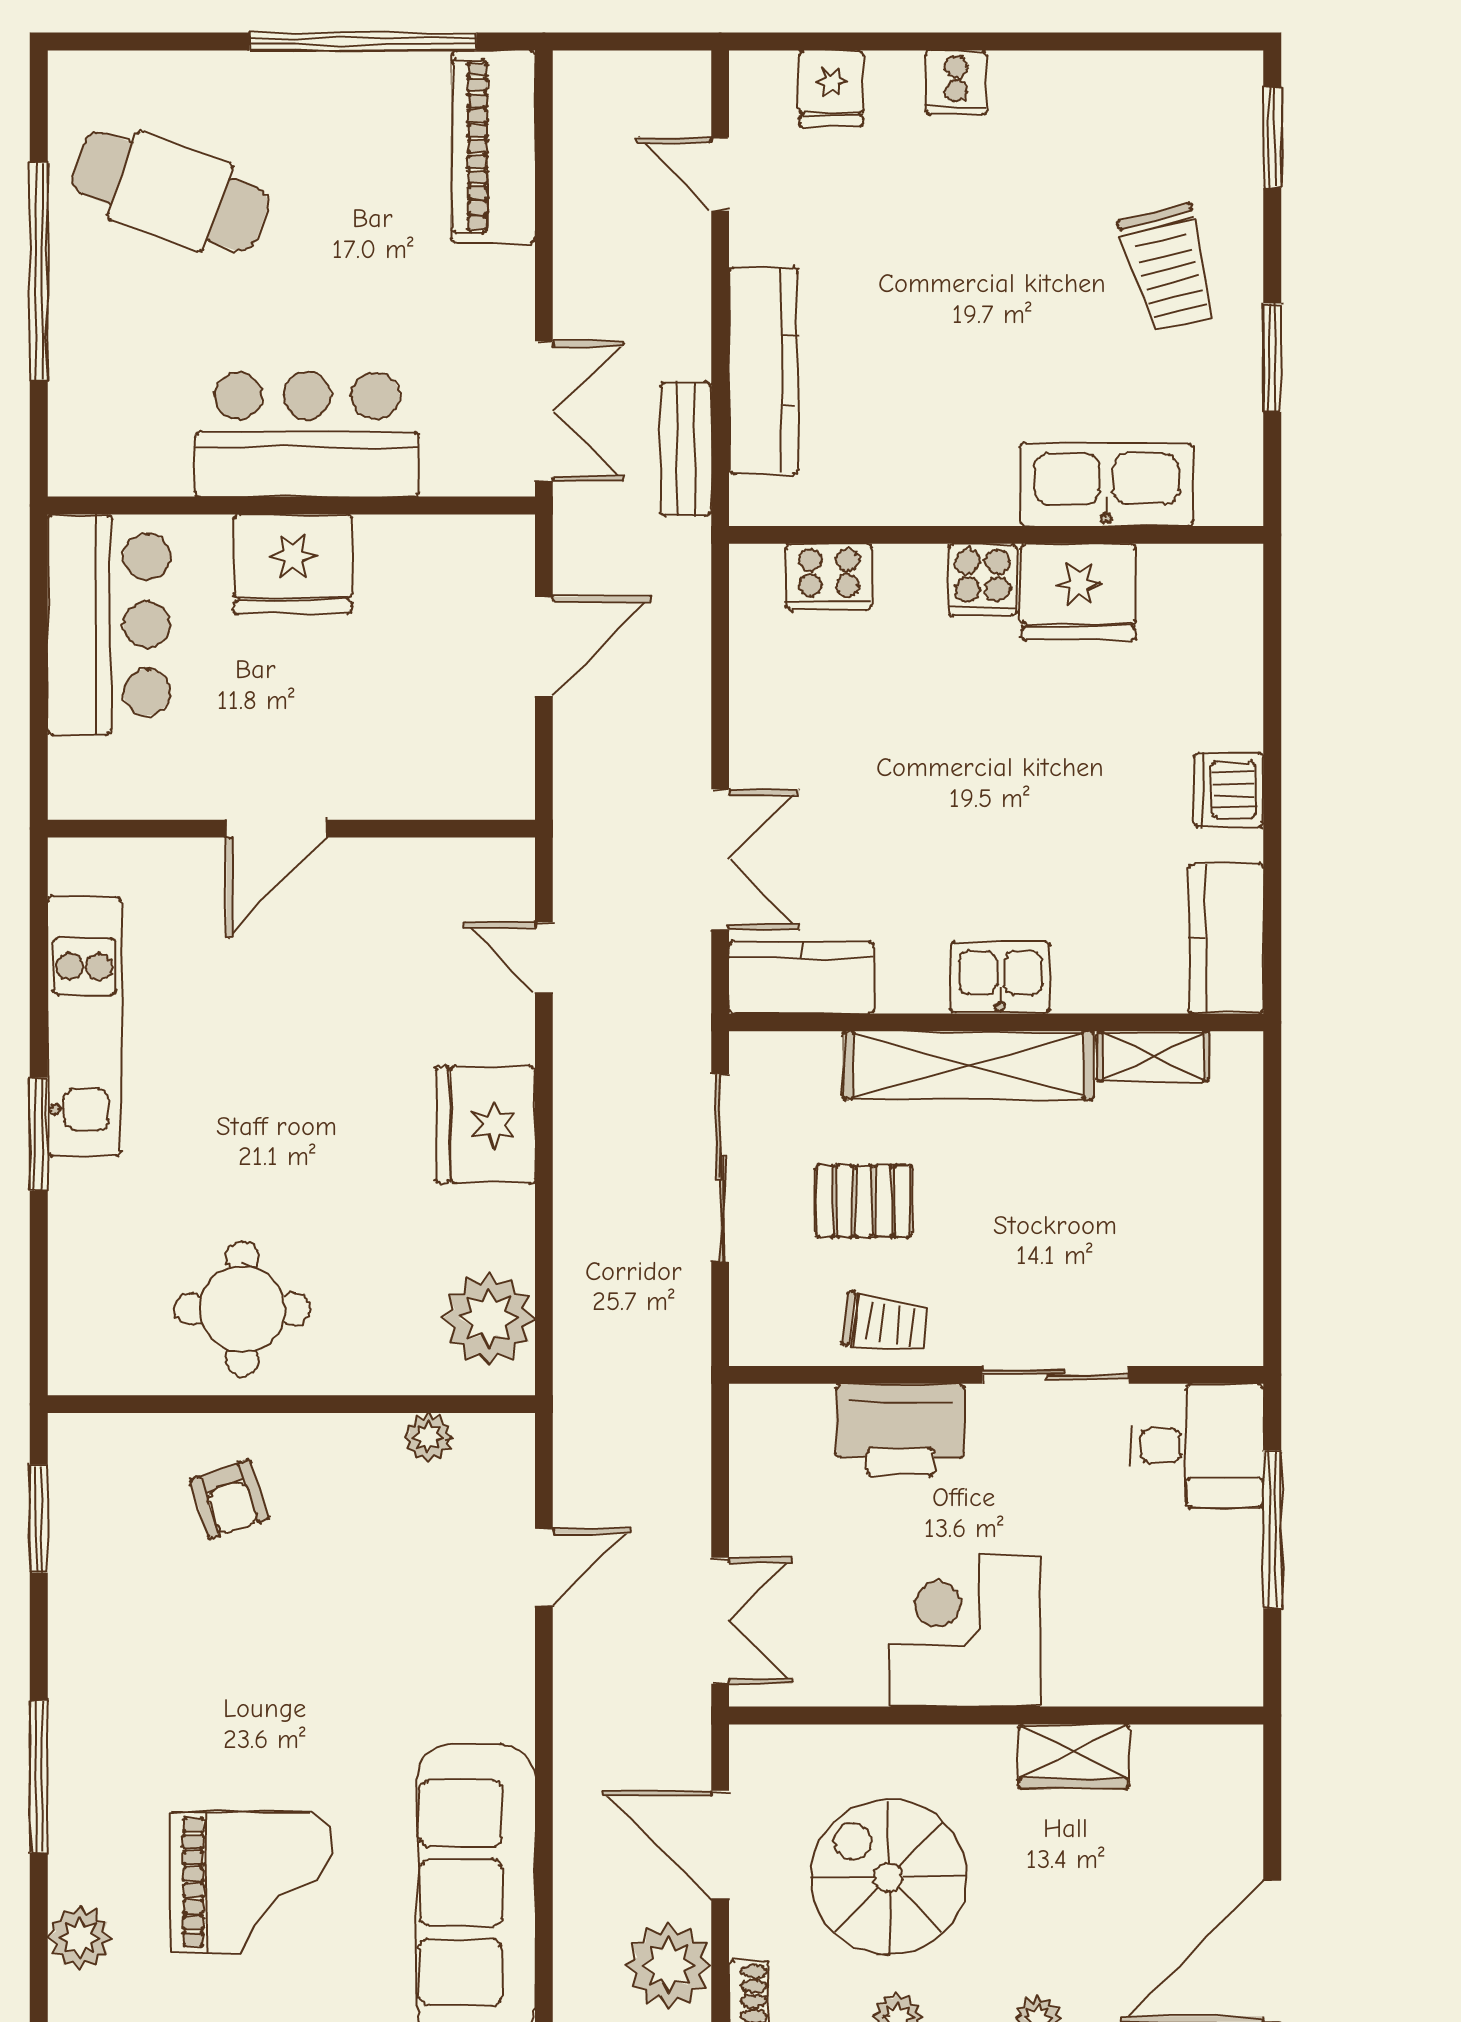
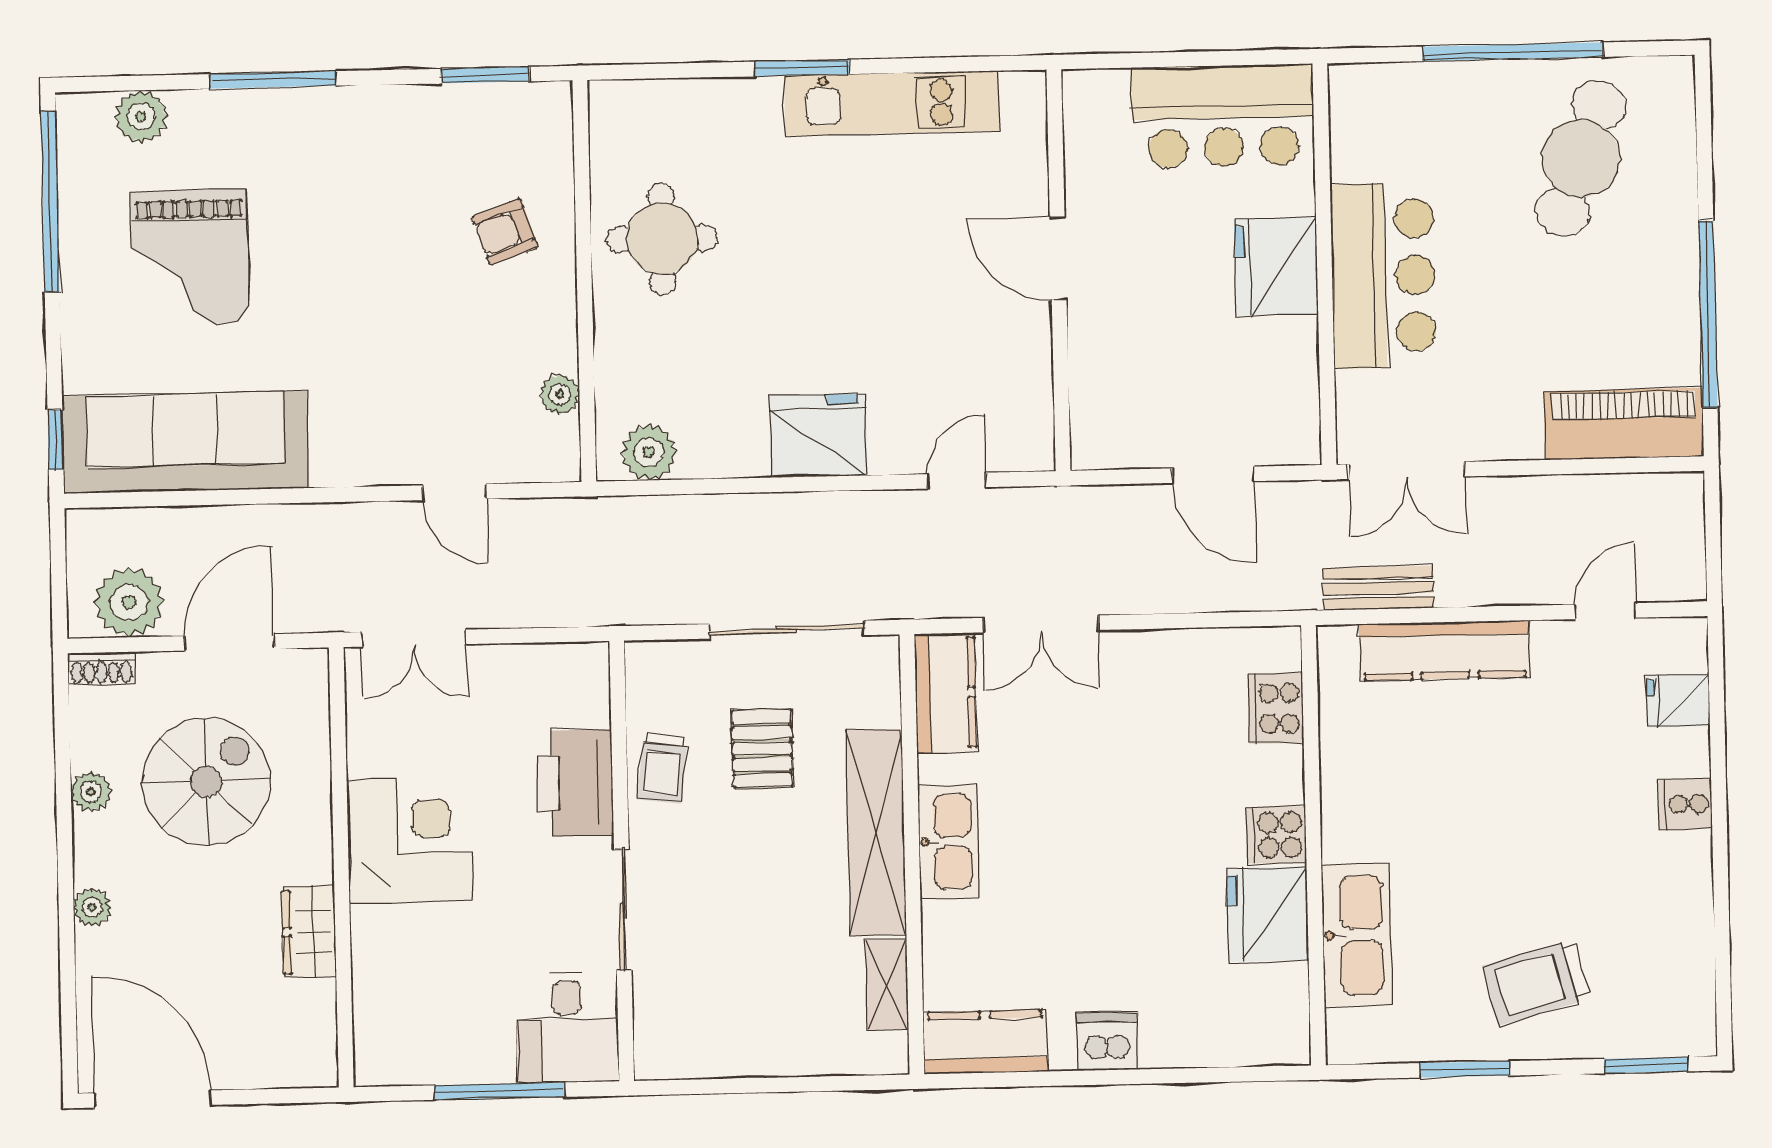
kitchen sink: (1000, 978) -> (949, 842), width x1.38
plant: (489, 1318) -> (649, 452), width x0.73, depth x0.73

